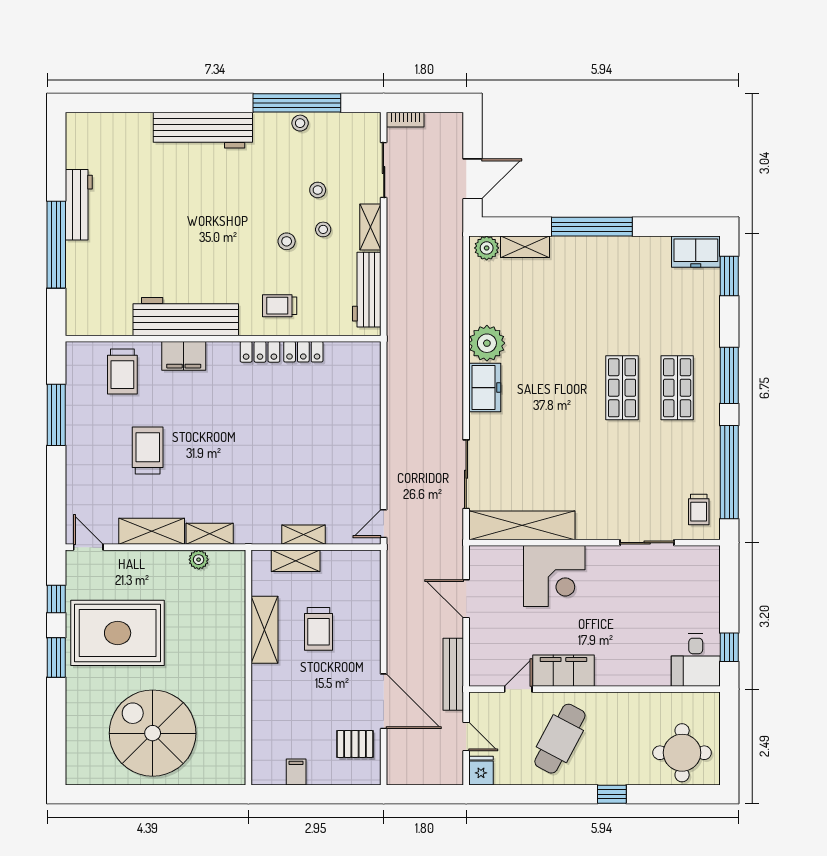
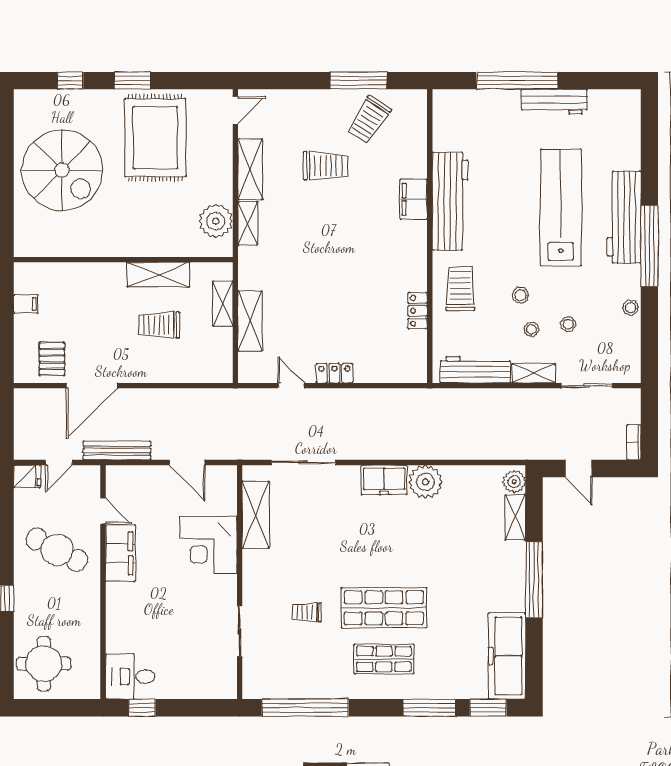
window: (297, 103) -> (649, 246), moved
bookcase: (405, 120) -> (634, 442), moved
door: (473, 179) -> (579, 468), width x0.73
lab bench: (193, 198) -> (561, 208), added
freezer: (696, 252) -> (507, 656), width x1.91, depth x1.26
trolley: (280, 306) -> (460, 289), width x1.36, depth x1.39
locker: (260, 352) -> (334, 373), moved, turned 90
trolley: (122, 371) -> (369, 120), moved, turned -57
window: (729, 375) -> (429, 708), moved
shop shelf: (622, 388) -> (384, 608), width x1.43, depth x1.36
trolley: (699, 510) -> (307, 612), moved
door: (384, 524) -> (291, 386), moved
shelving: (522, 525) -> (256, 515), width x0.68
shelving: (304, 535) -> (250, 321), width x1.50, depth x1.33
plant: (199, 560) -> (216, 221), width x1.88, depth x1.88
window: (56, 599) -> (70, 81), moved
door: (466, 599) -> (187, 462), swing flipped
spiral stairs: (153, 733) -> (62, 170), turned 90

